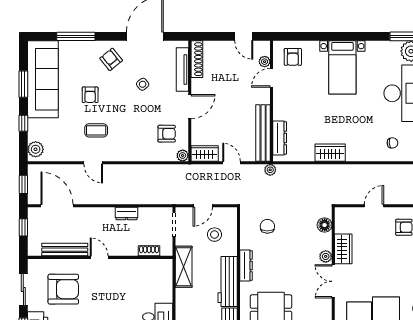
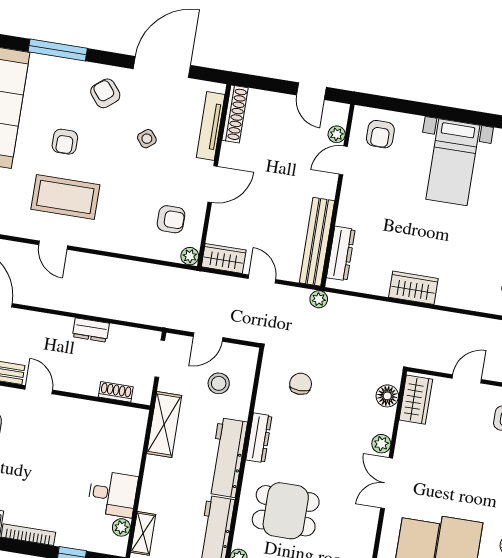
coffee table: (96, 130) -> (65, 197), width x1.86, depth x1.72
wardrobe: (343, 249) -> (416, 400), moved

